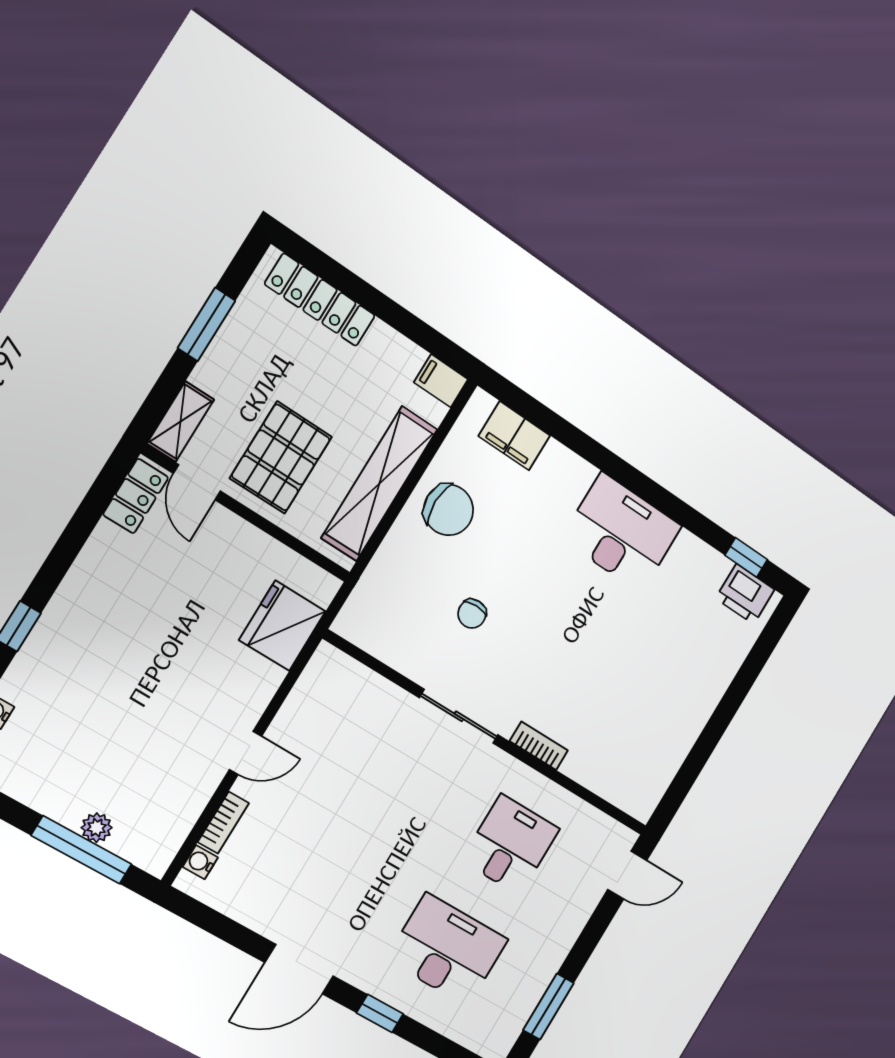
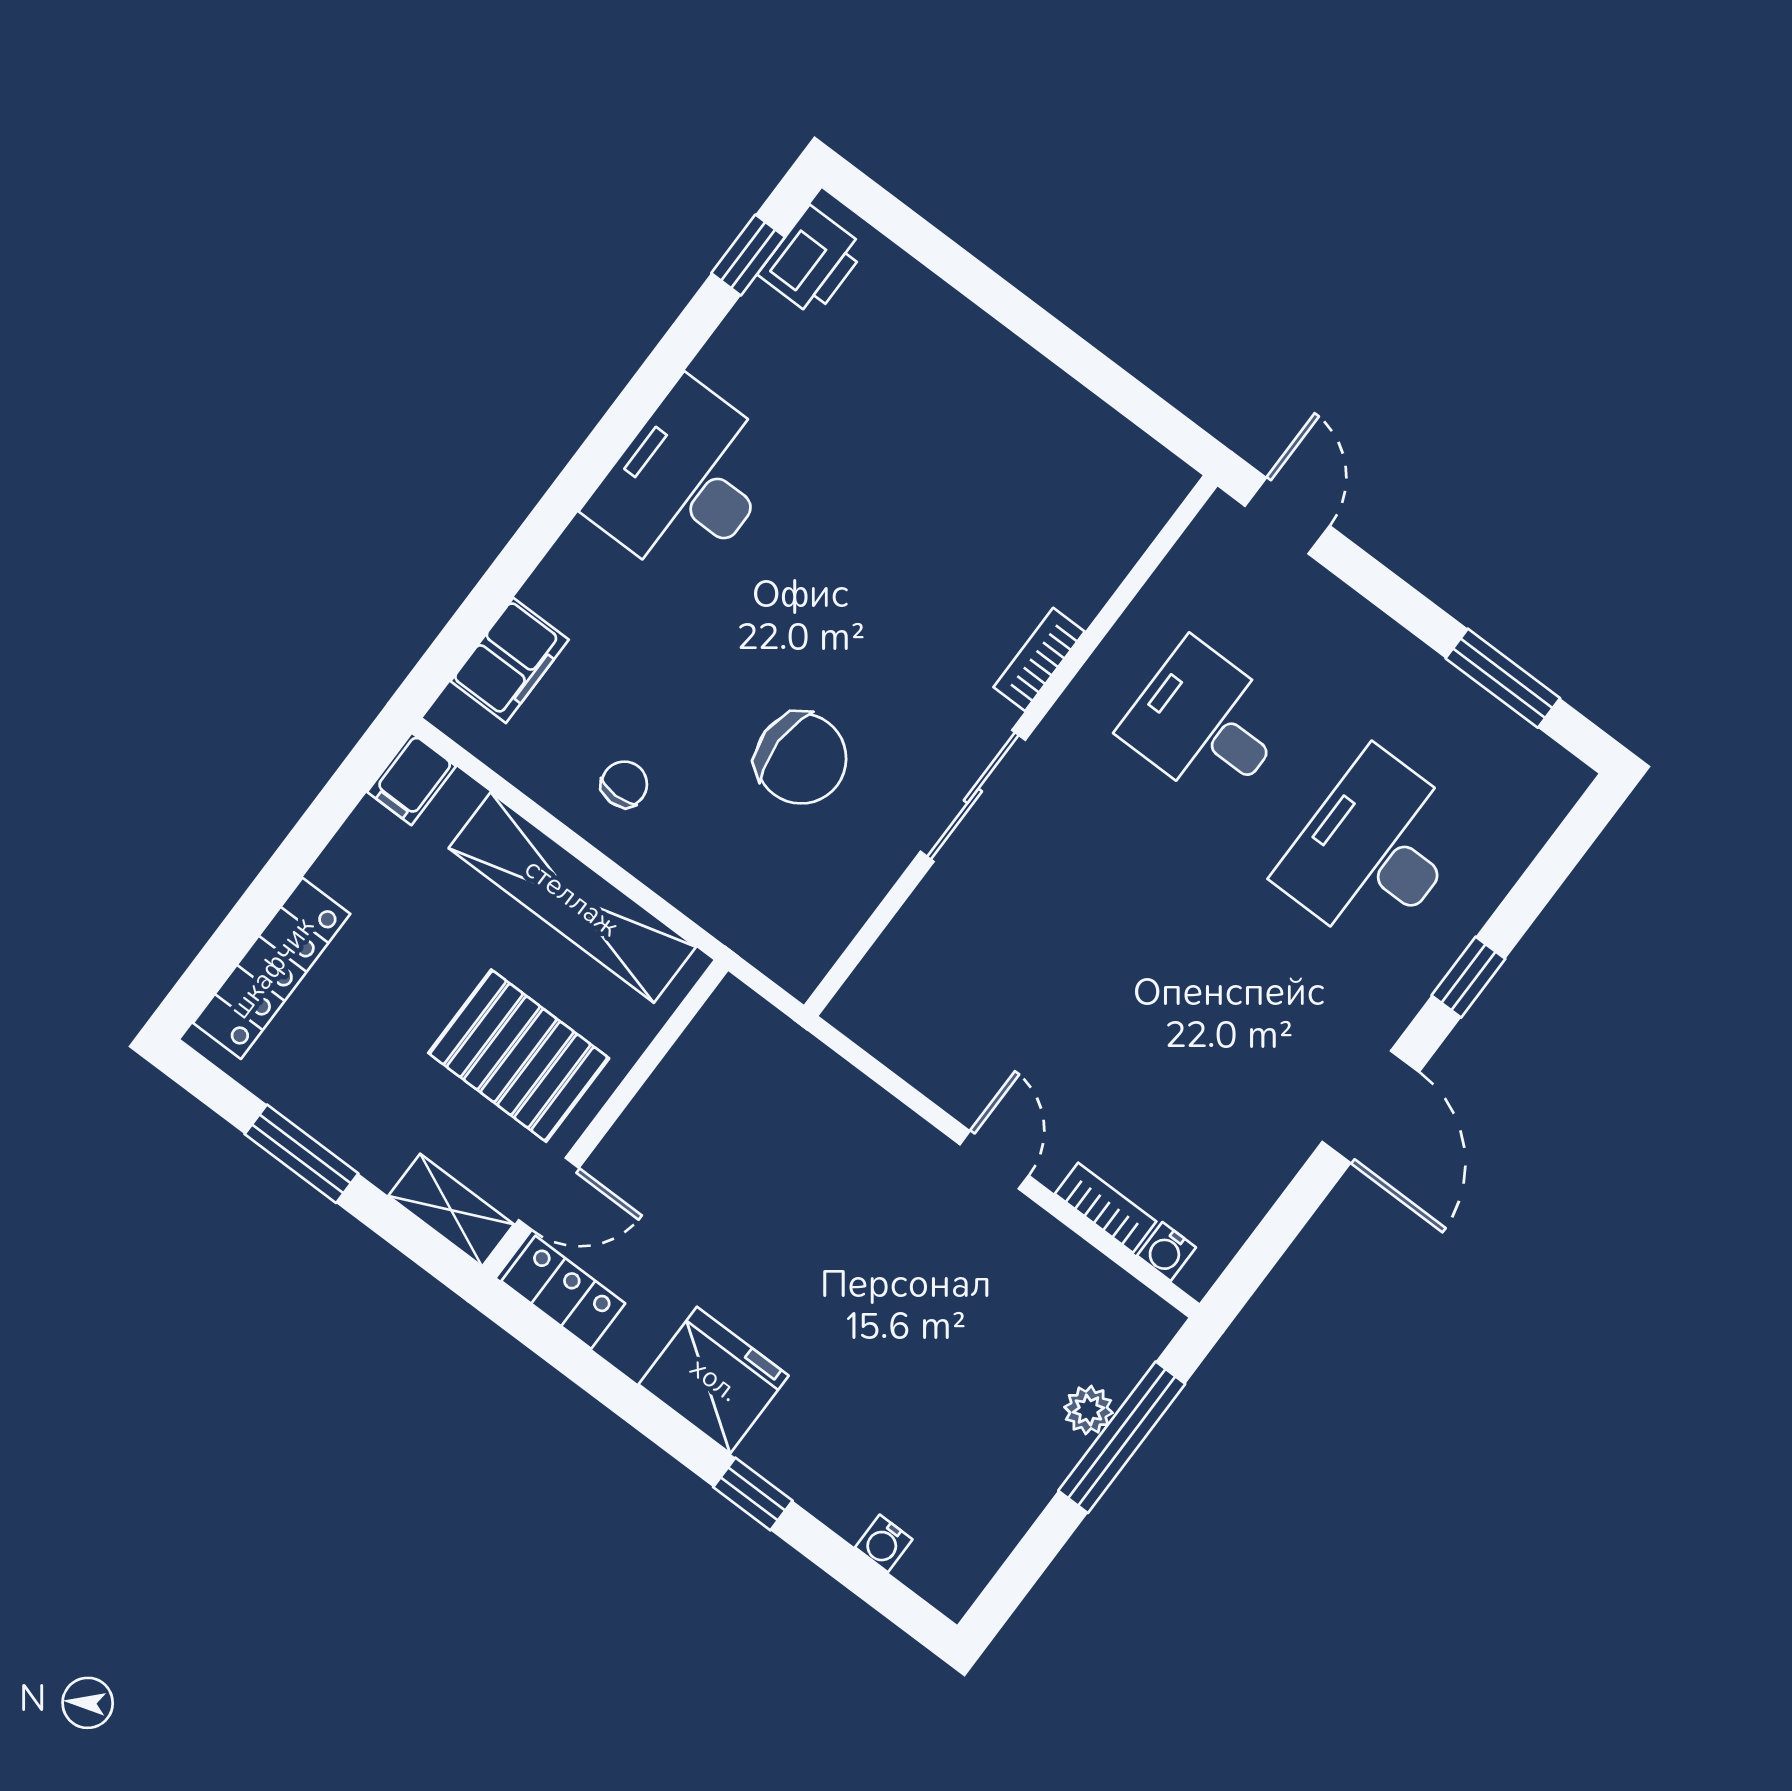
chair: (449, 510) -> (624, 784), width x0.54, depth x0.54
chair: (472, 614) -> (801, 758), width x1.87, depth x1.87
fridge: (282, 626) -> (714, 1380), moved, turned 180

